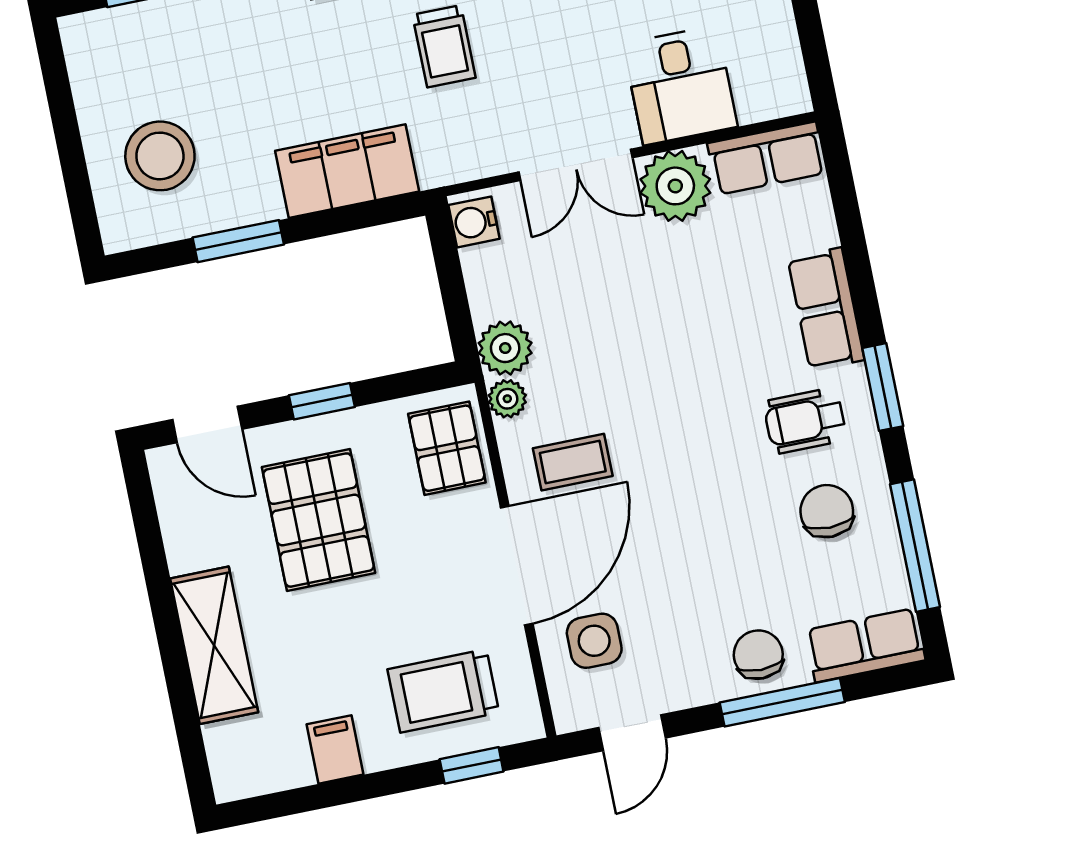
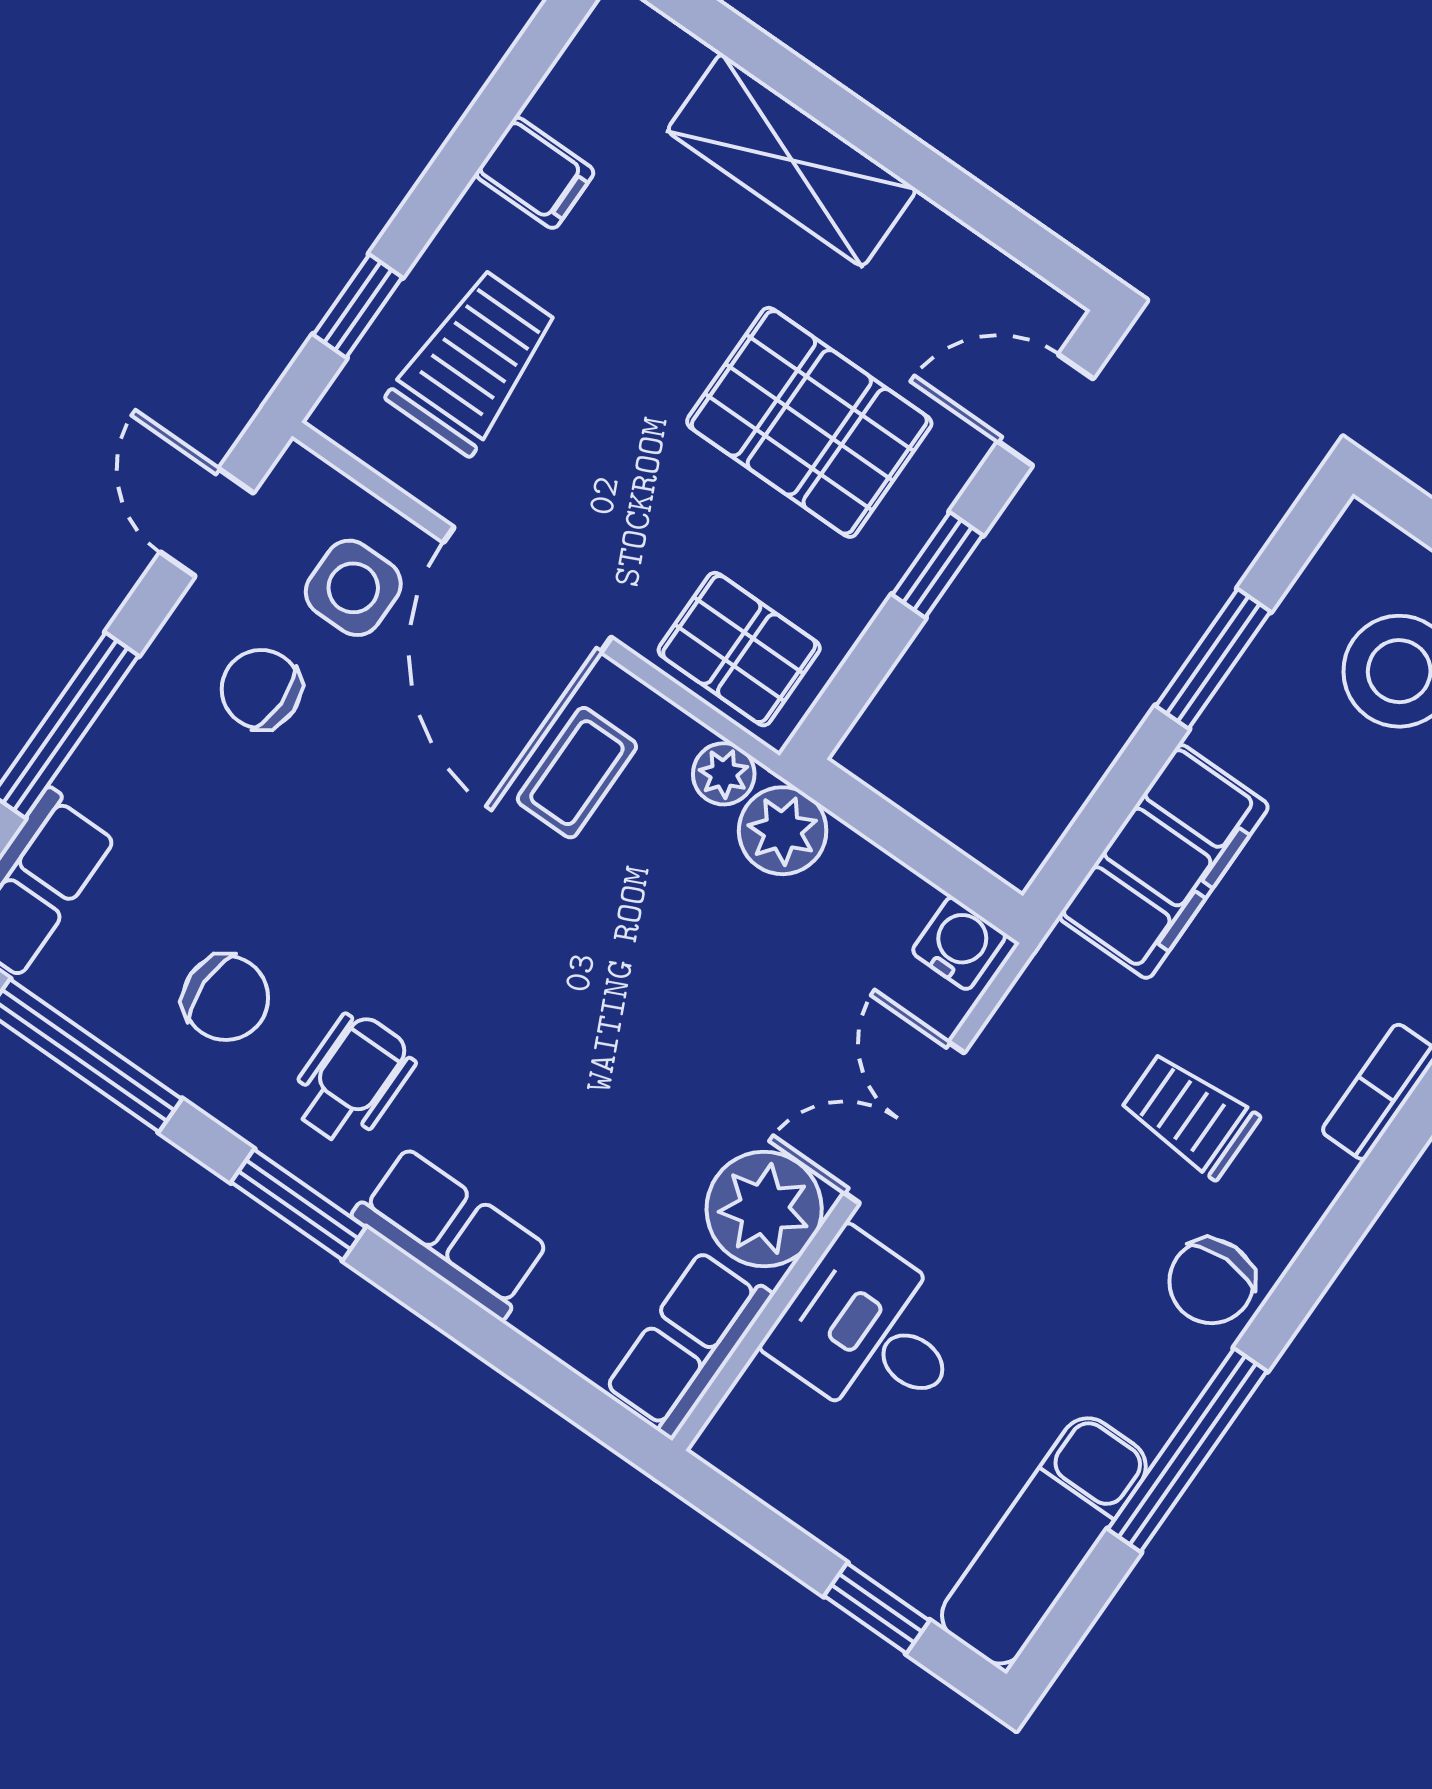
chair: (758, 655) -> (261, 689), moved, turned 180

